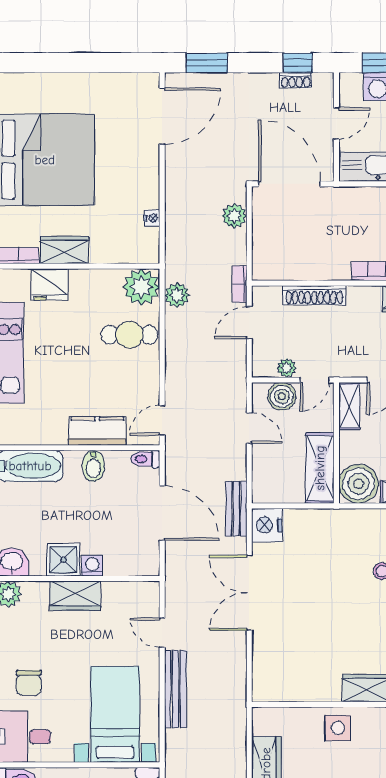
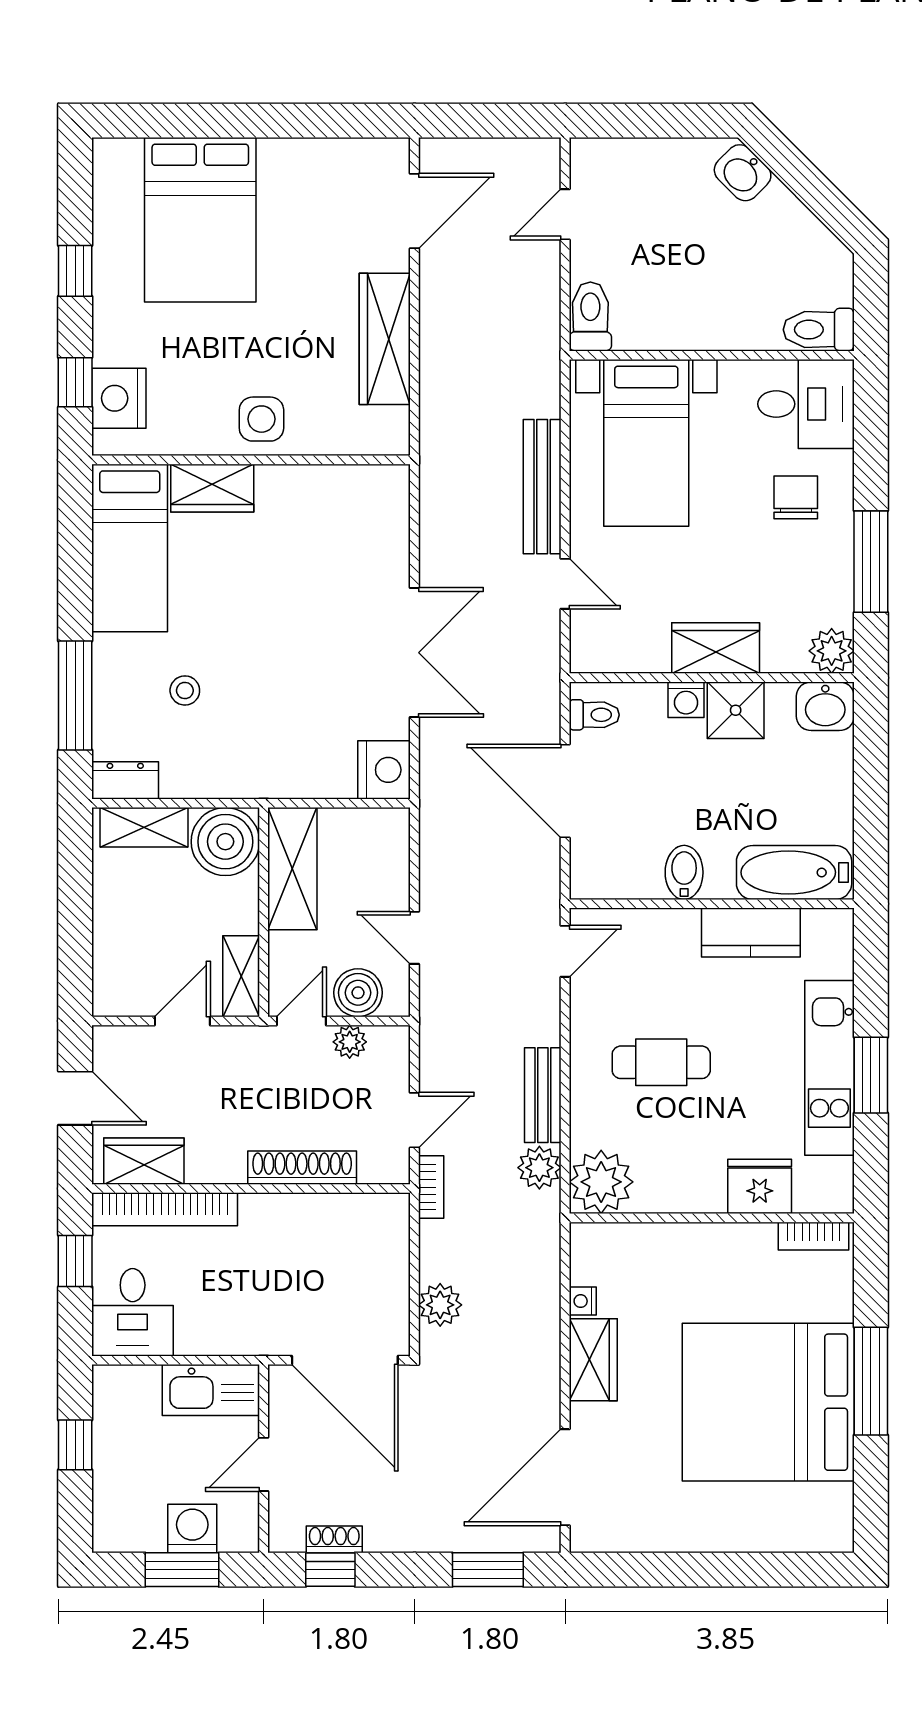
wardrobe: (65, 250) -> (593, 1360), moved, turned -90
cafe table: (129, 335) -> (661, 1062), moved
kitchen counter: (97, 431) -> (751, 933), moved
toilet: (145, 459) -> (594, 715), moved
bench: (236, 509) -> (543, 1095), moved

